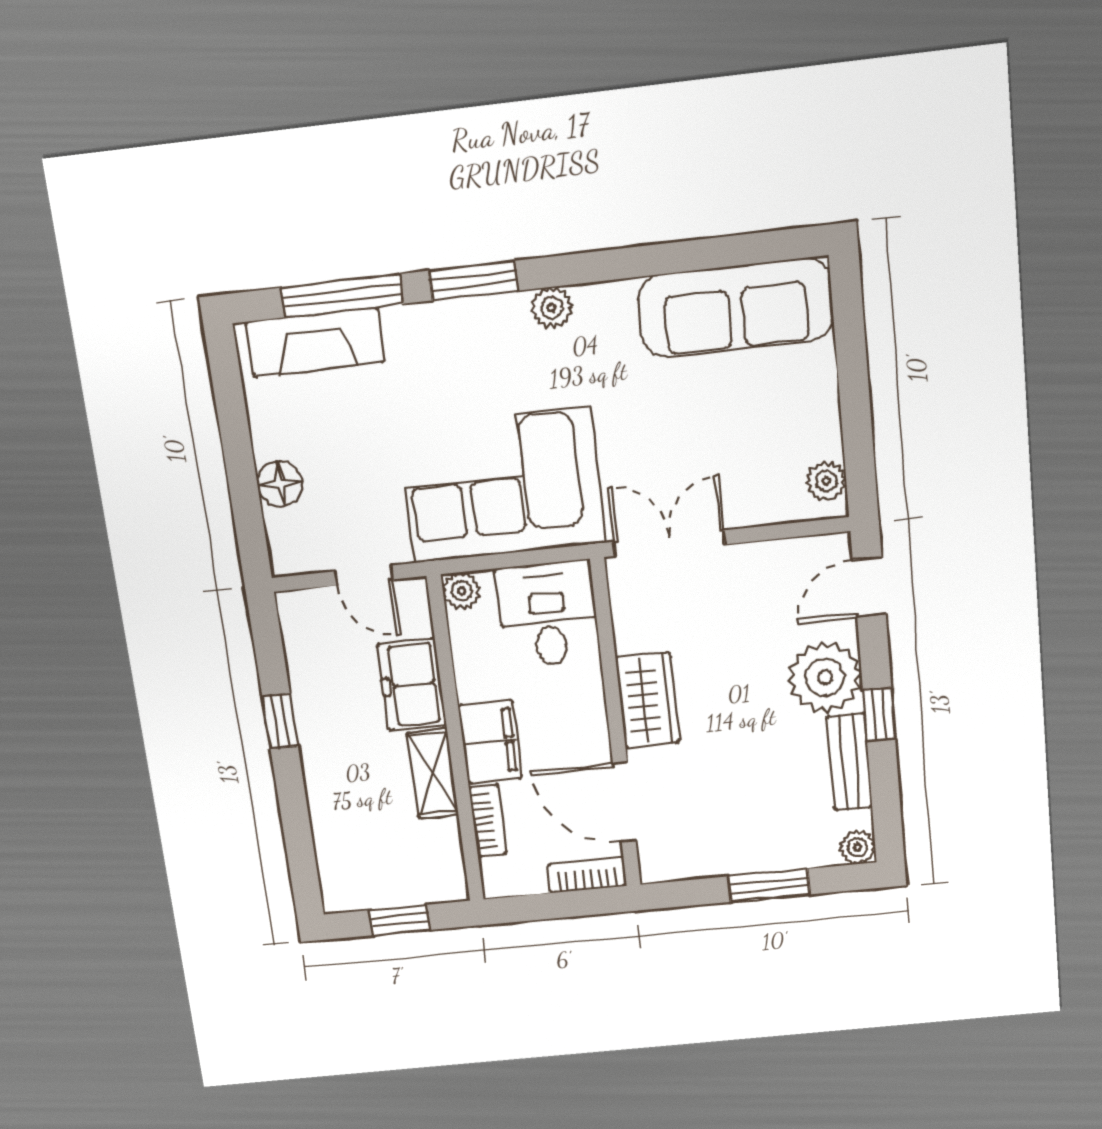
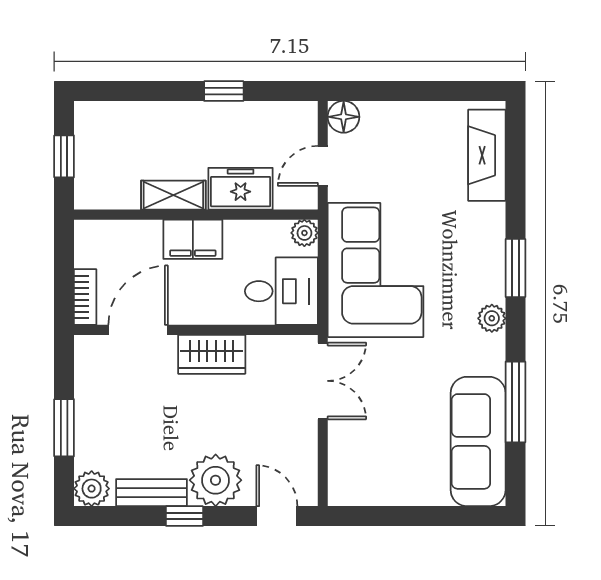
window: (342, 296) -> (515, 402), moved
plant: (826, 481) -> (354, 492), removed
floor lamp: (280, 484) -> (344, 117), moved
bookcase: (488, 821) -> (134, 230), removed
plant: (858, 847) -> (92, 489), width x1.38, depth x1.38

